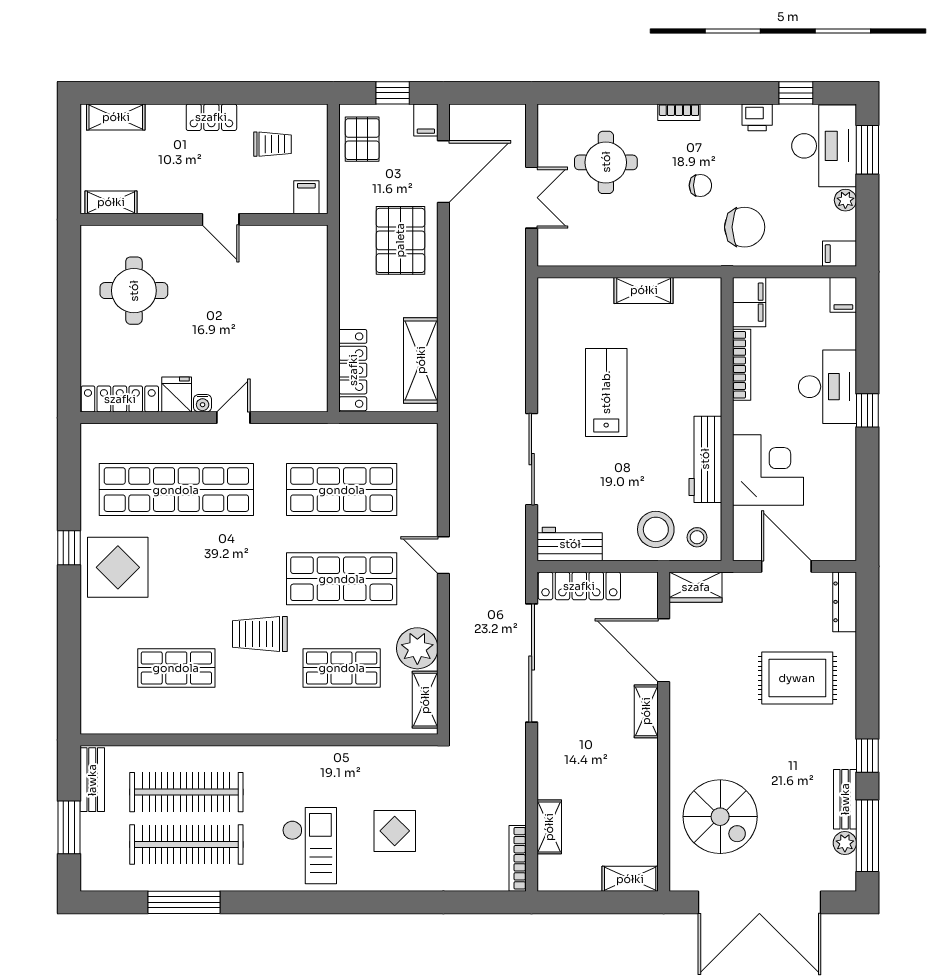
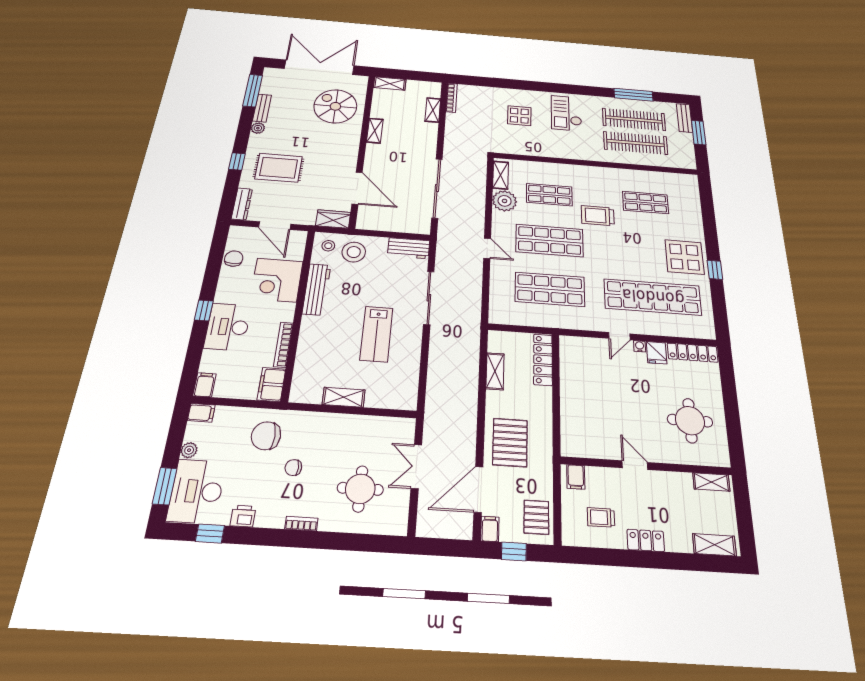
shelving: (421, 360) -> (495, 371), width x0.67, depth x0.75
chair: (840, 502) -> (234, 259), added
locker: (579, 586) -> (405, 225), removed
trolley: (260, 634) -> (598, 216), turned 180
shelving: (646, 711) -> (375, 131), moved
window: (867, 756) -> (237, 161), moved
bench: (92, 780) -> (684, 118), moved
plant: (845, 843) -> (258, 128), moved

